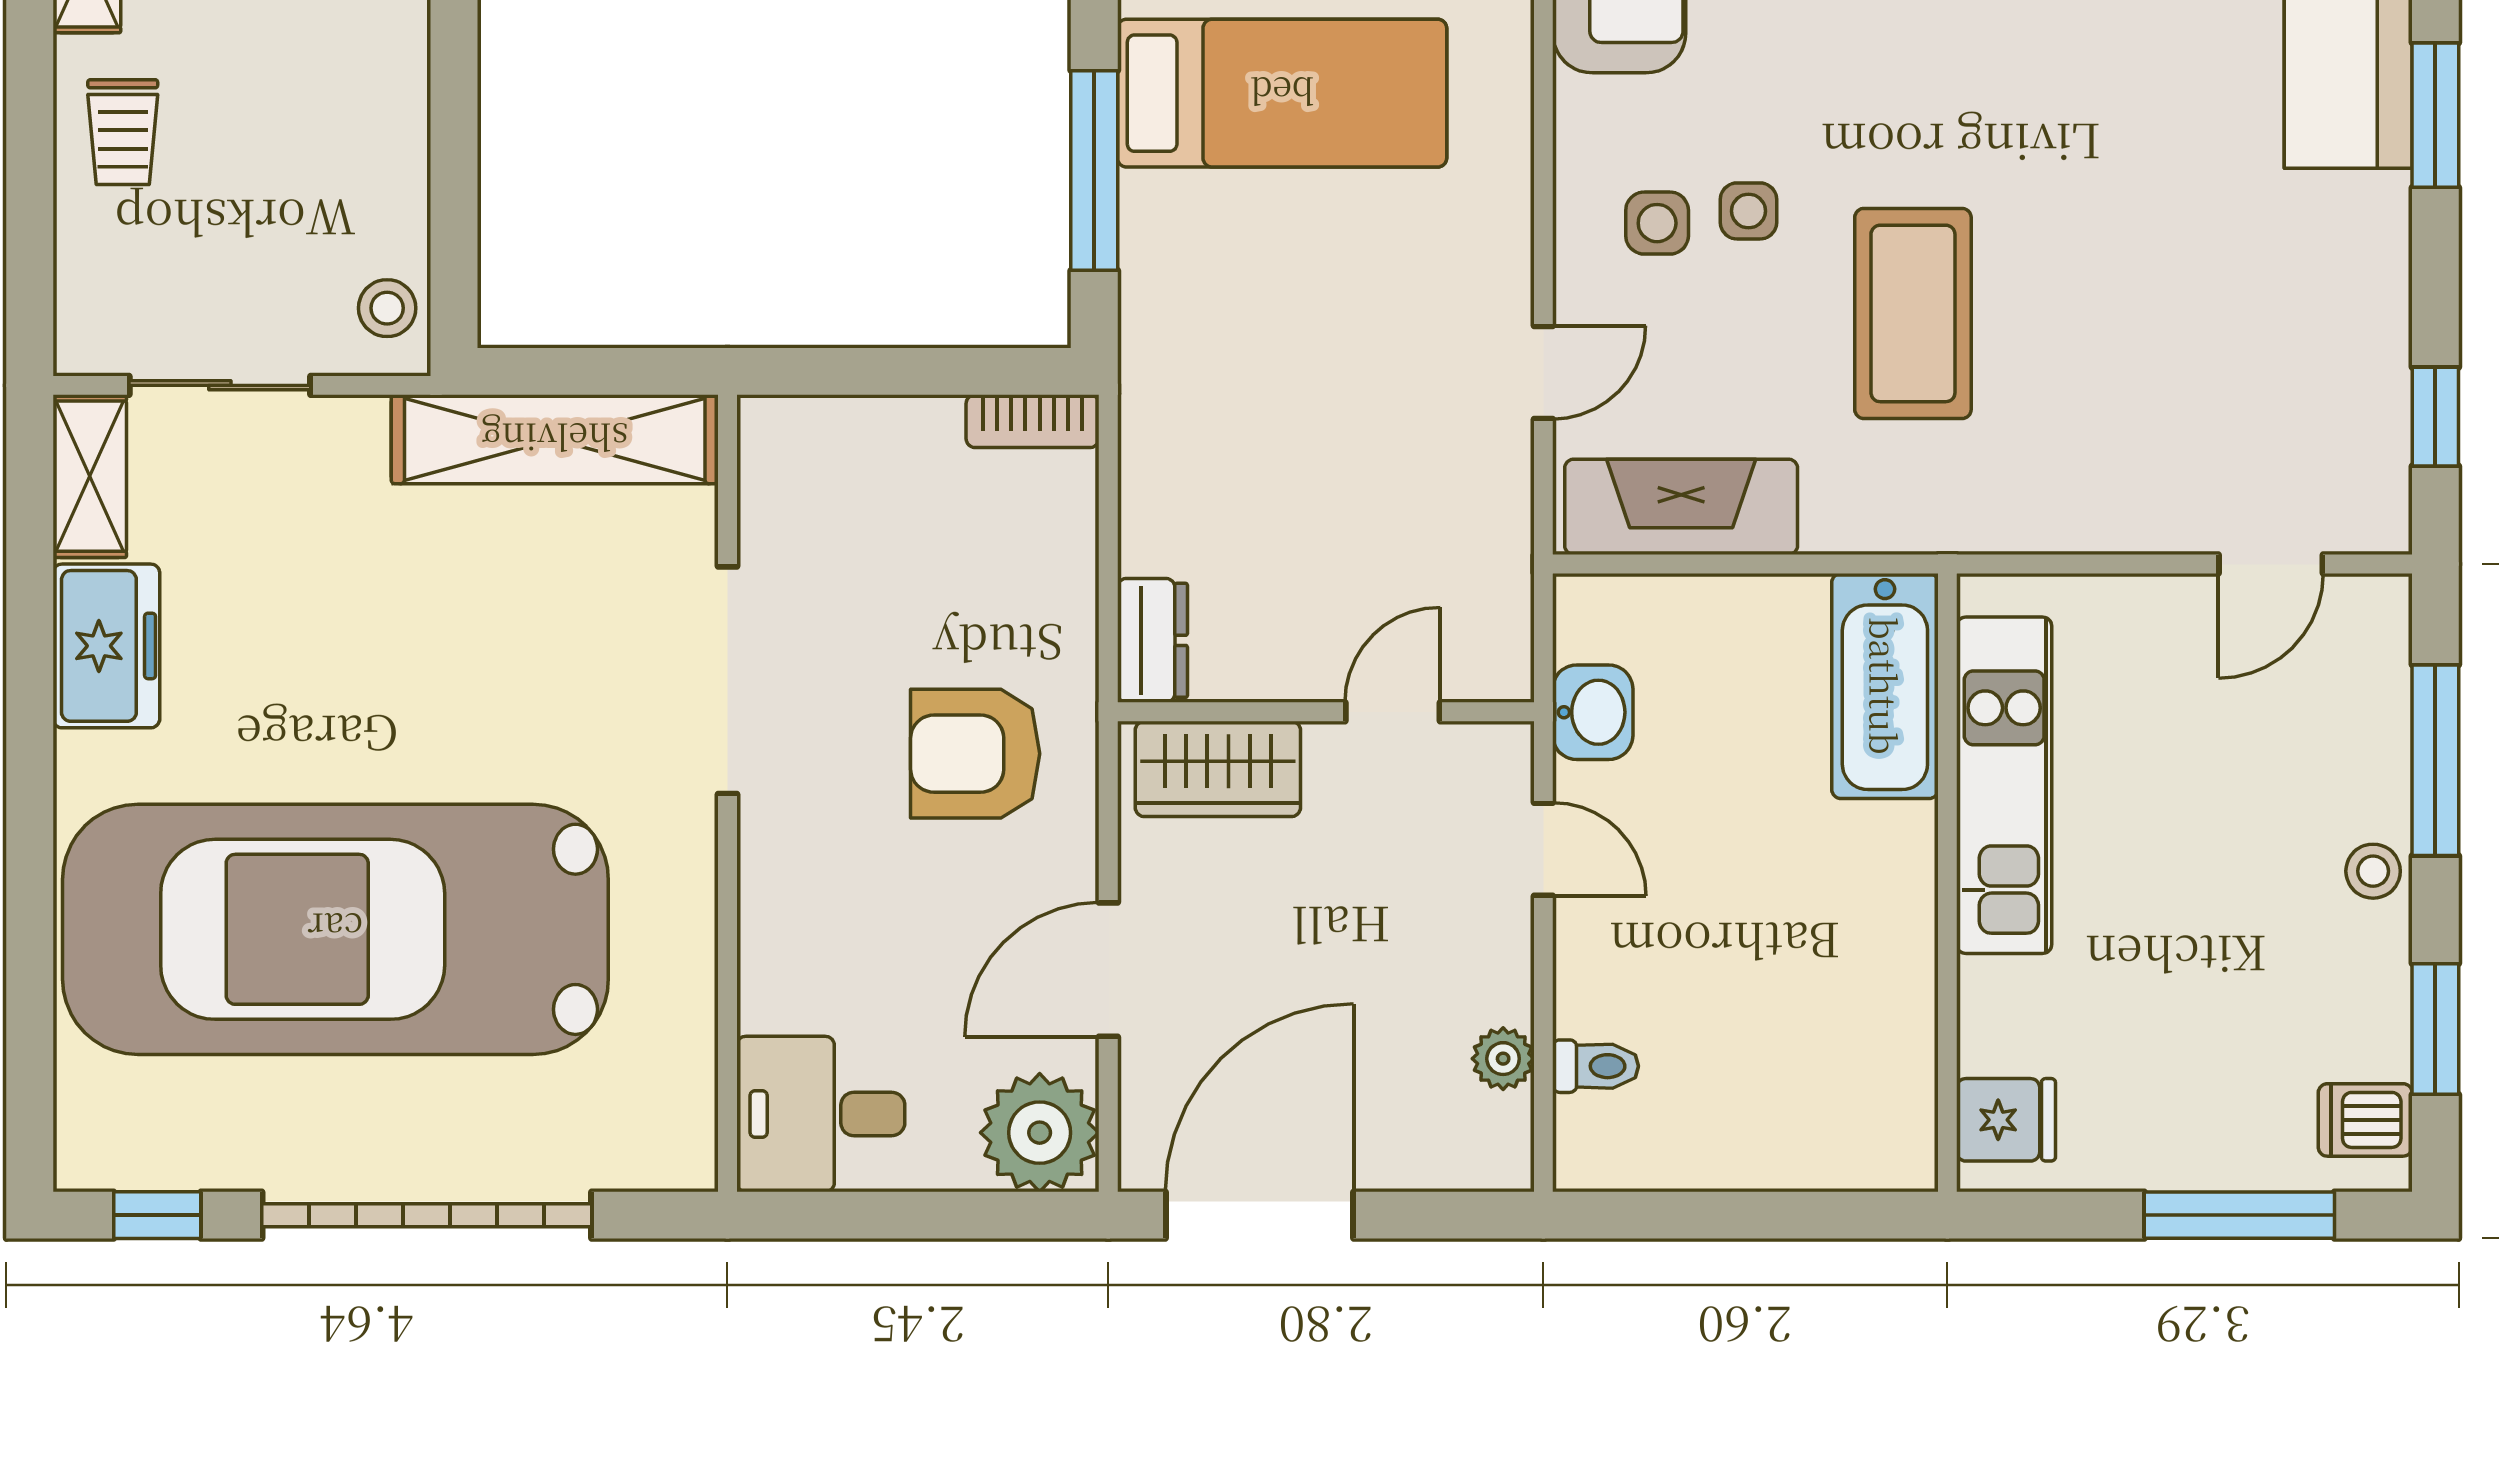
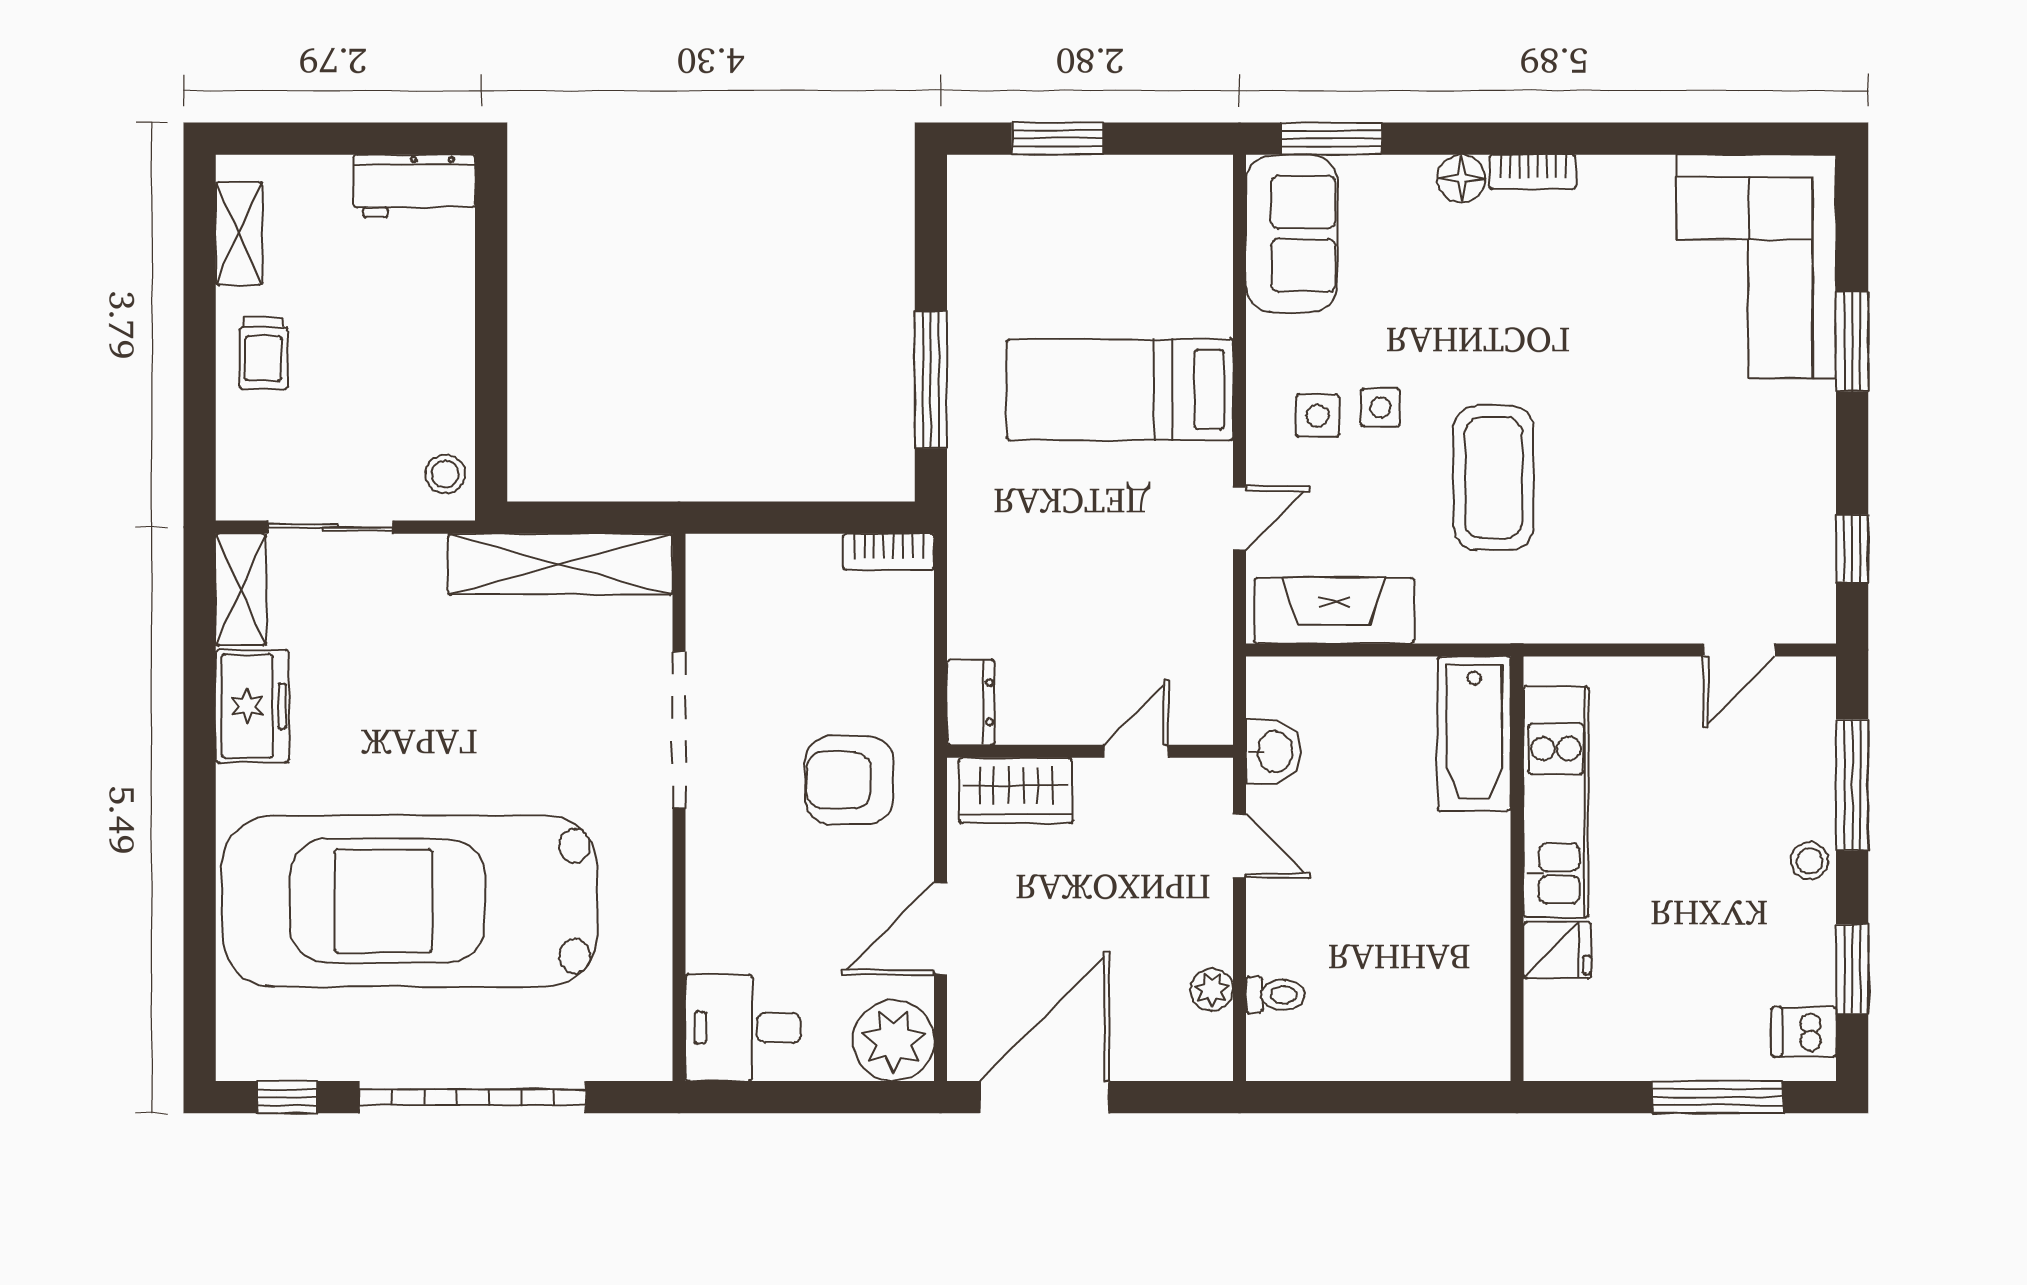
bed: (1282, 93) -> (1120, 390), moved, turned 180
fridge: (2006, 1120) -> (1557, 950), moved

